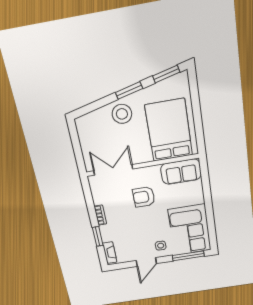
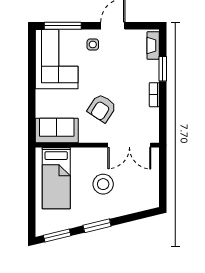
stool: (122, 114) -> (103, 184), moved
bed: (169, 130) -> (56, 178), width x0.67
armchair: (144, 197) -> (102, 108), turned 123

